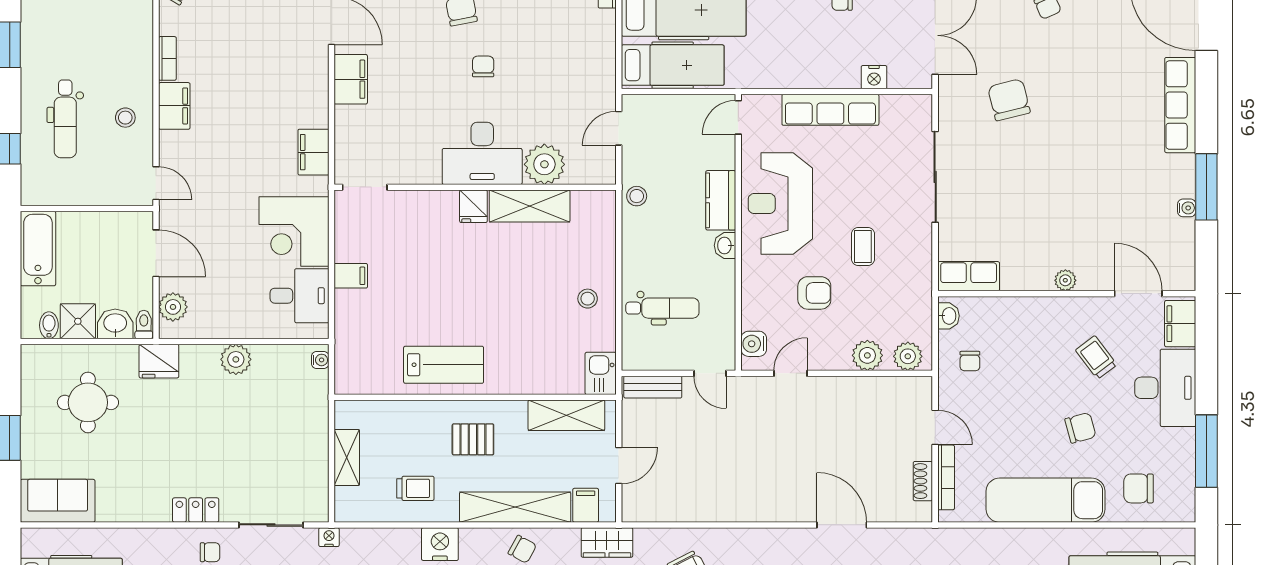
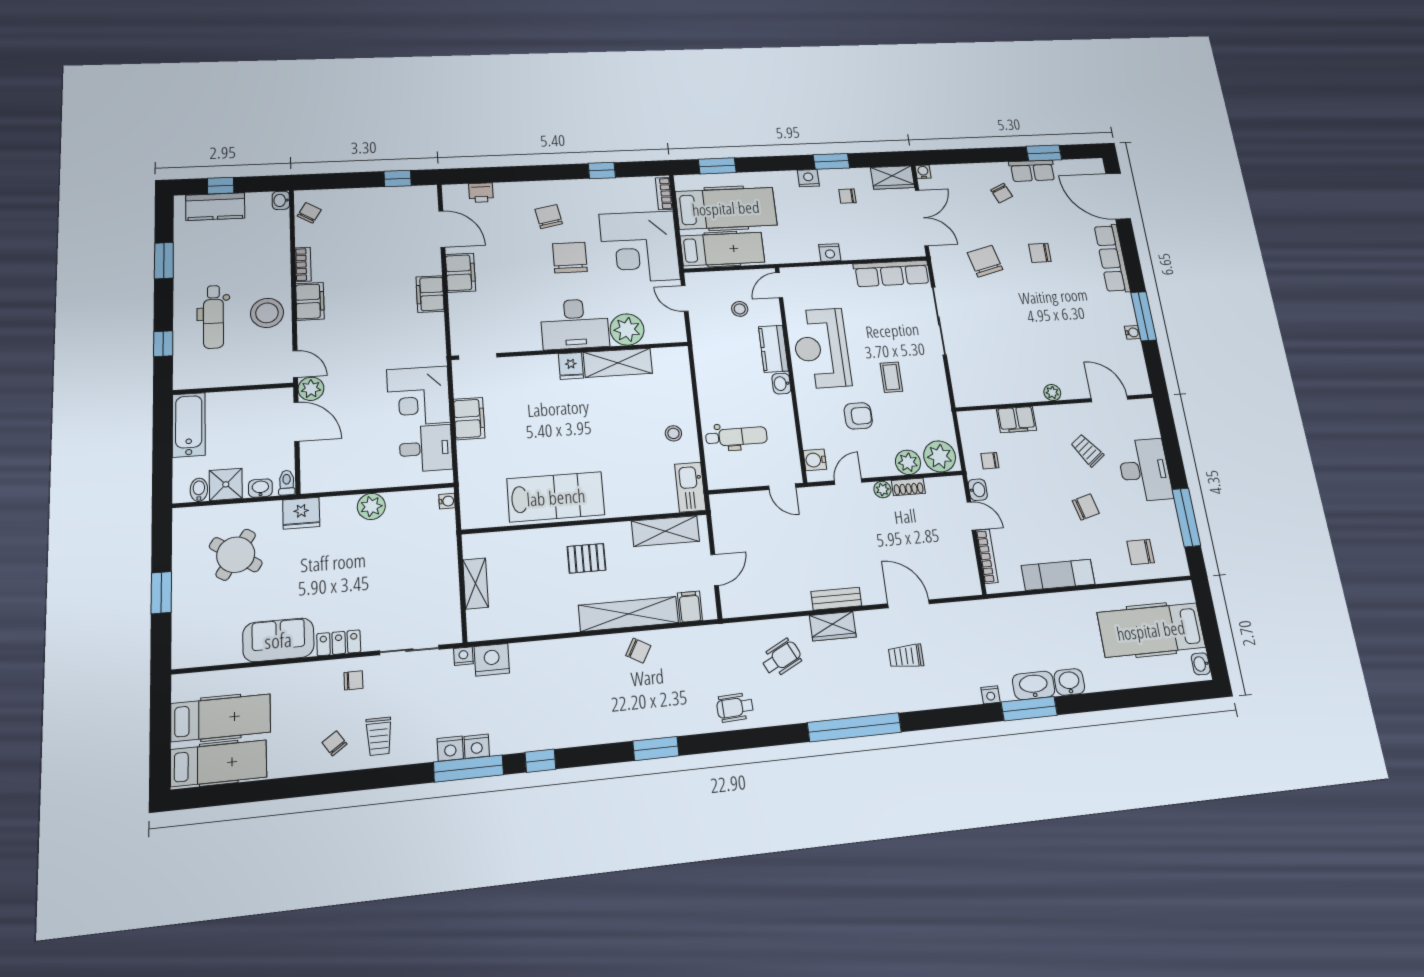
corner desk: (570, 57) -> (640, 247), added
chair: (483, 66) -> (570, 258), width x1.87, depth x1.87
nightstand: (874, 77) -> (830, 253), moved
chair: (1084, 92) -> (1040, 253), added
row of seats: (830, 110) -> (892, 273), moved
stool: (125, 118) -> (267, 313), width x1.89, depth x1.89
door: (619, 128) -> (685, 299), hinge flipped
filing cabinet: (313, 152) -> (430, 294), moved
stool: (637, 196) -> (740, 309), moved
filing cabinet: (351, 276) -> (469, 419), width x2.00
row of seats: (969, 276) -> (977, 395), removed
plant: (173, 307) -> (311, 389), moved
washbasin: (948, 316) -> (978, 490), moved
washbasin: (115, 324) -> (260, 488), width x0.72, depth x0.69
filing cabinet: (1180, 324) -> (1016, 420), moved, turned -90
plant: (908, 356) -> (940, 456), width x1.36, depth x1.36
chair: (970, 361) -> (990, 461), turned 90
lab bench: (444, 365) -> (556, 497), width x1.36, depth x1.39
kitchen sink: (601, 373) -> (690, 487), width x1.38
plant: (831, 386) -> (882, 489), added
bench: (653, 387) -> (836, 599), moved
round table: (88, 402) -> (236, 555), turned 33
shoe rack: (923, 481) -> (908, 487), moved, turned -90
trolley: (415, 488) -> (539, 605), removed
exam couch: (1045, 500) -> (1058, 575), width x0.73, depth x0.69
sofa: (58, 501) -> (278, 640), moved
wardrobe: (607, 543) -> (833, 626), moved
nightstand: (440, 544) -> (492, 660), moved

